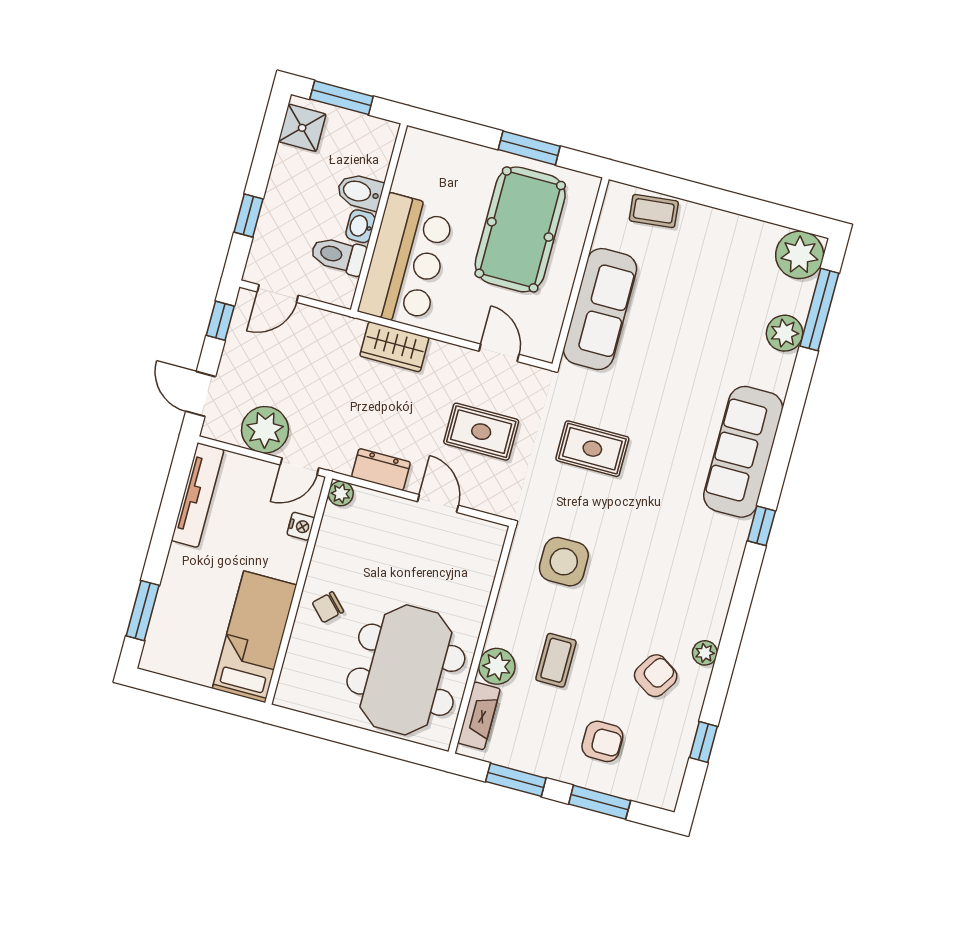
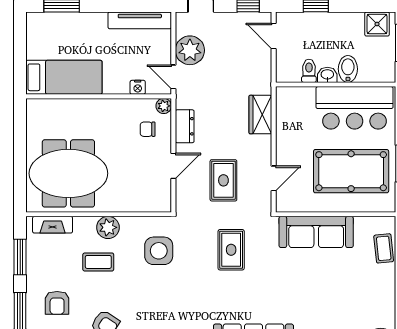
toilet: (338, 255) -> (309, 71), width x0.73, depth x0.72
bar counter: (406, 261) -> (355, 108), moved
chair: (328, 607) -> (148, 129), moved, turned -46
plant: (497, 666) -> (108, 227), moved

